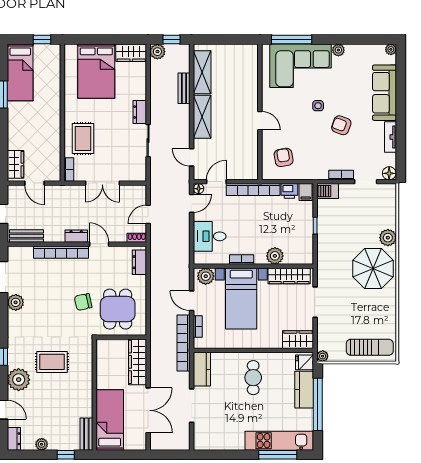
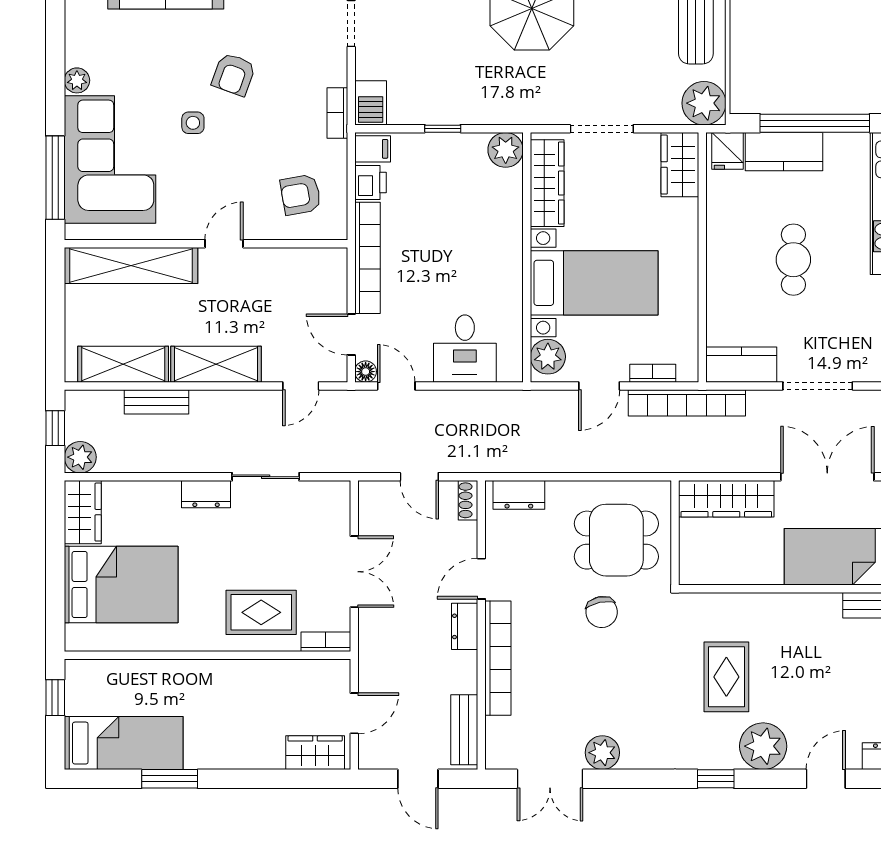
shelving: (250, 76) -> (131, 266), added
bookcase: (341, 175) -> (337, 113), moved
plant: (275, 256) -> (506, 150), moved
bookcase: (242, 259) -> (513, 282), removed
plant: (323, 356) -> (704, 103), width x1.88, depth x1.88
cafe table: (253, 378) -> (793, 260), moved, turned 90

